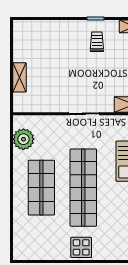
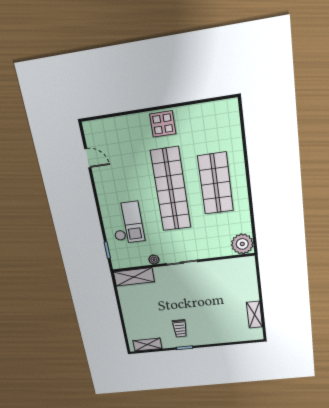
shelving: (19, 77) -> (254, 315), moved
plant: (111, 120) -> (154, 260), added
plant: (23, 139) -> (242, 244), moved

